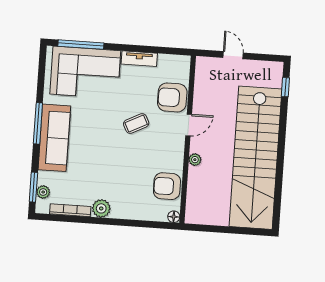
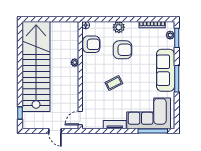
armchair: (172, 97) -> (122, 50), moved
door: (189, 125) -> (80, 118), moved
plant: (101, 208) -> (119, 27), moved

